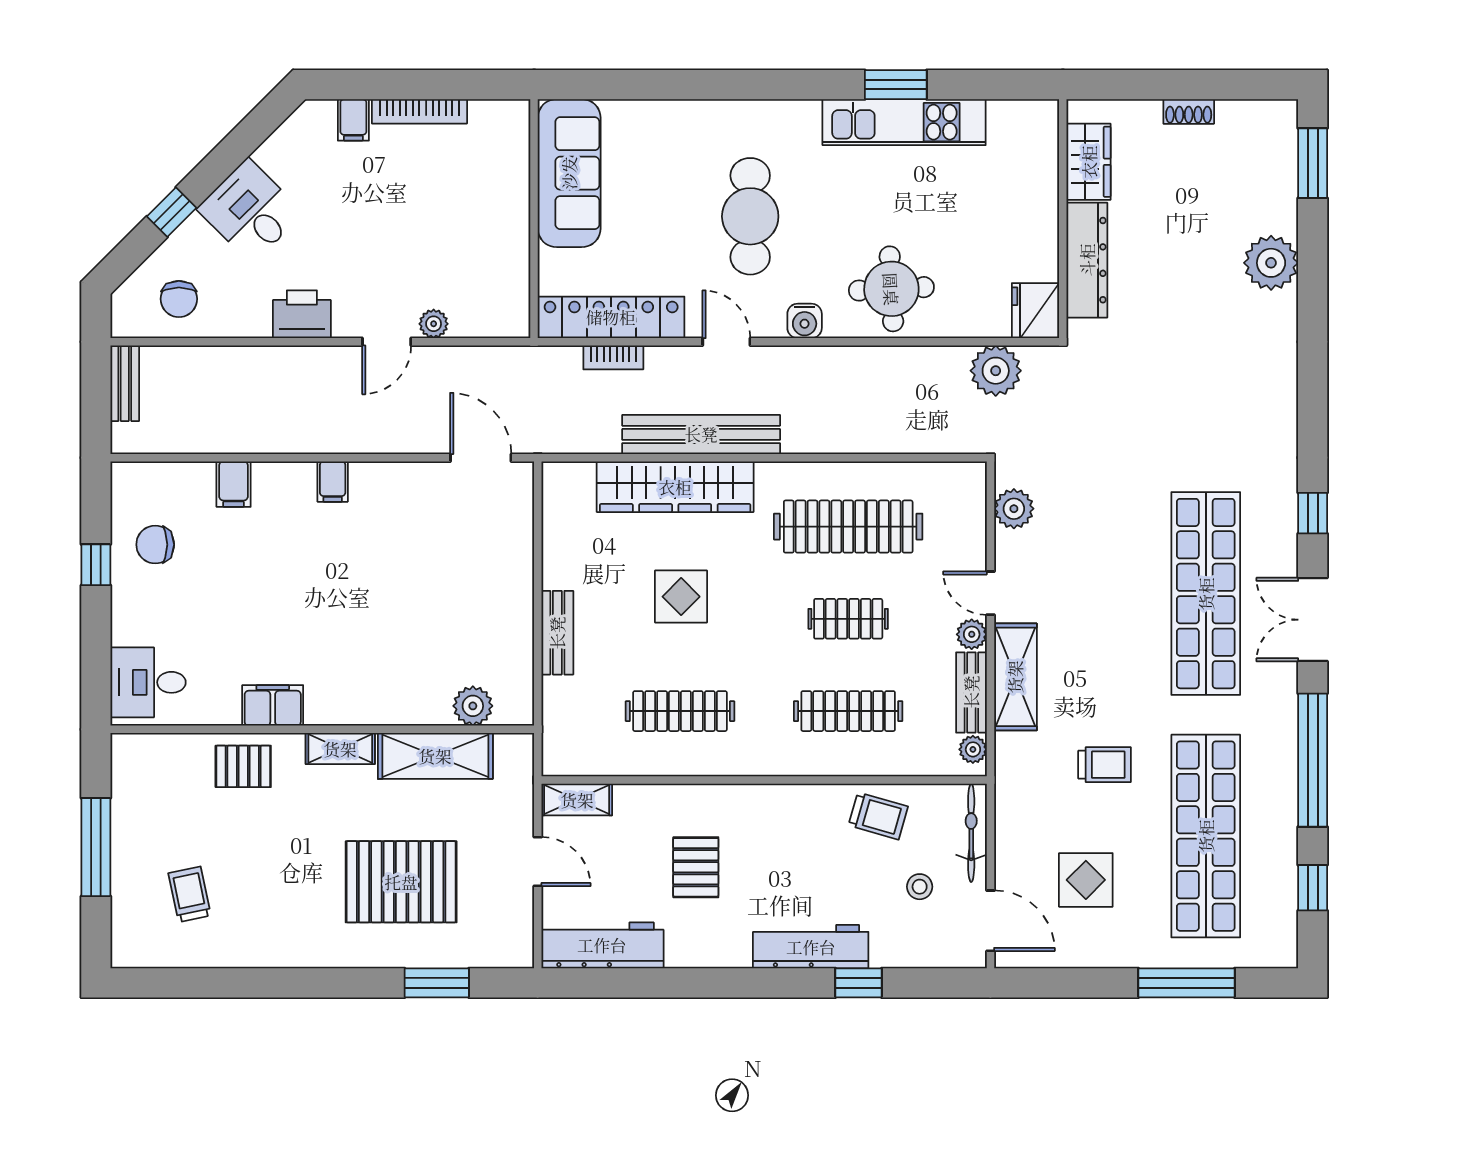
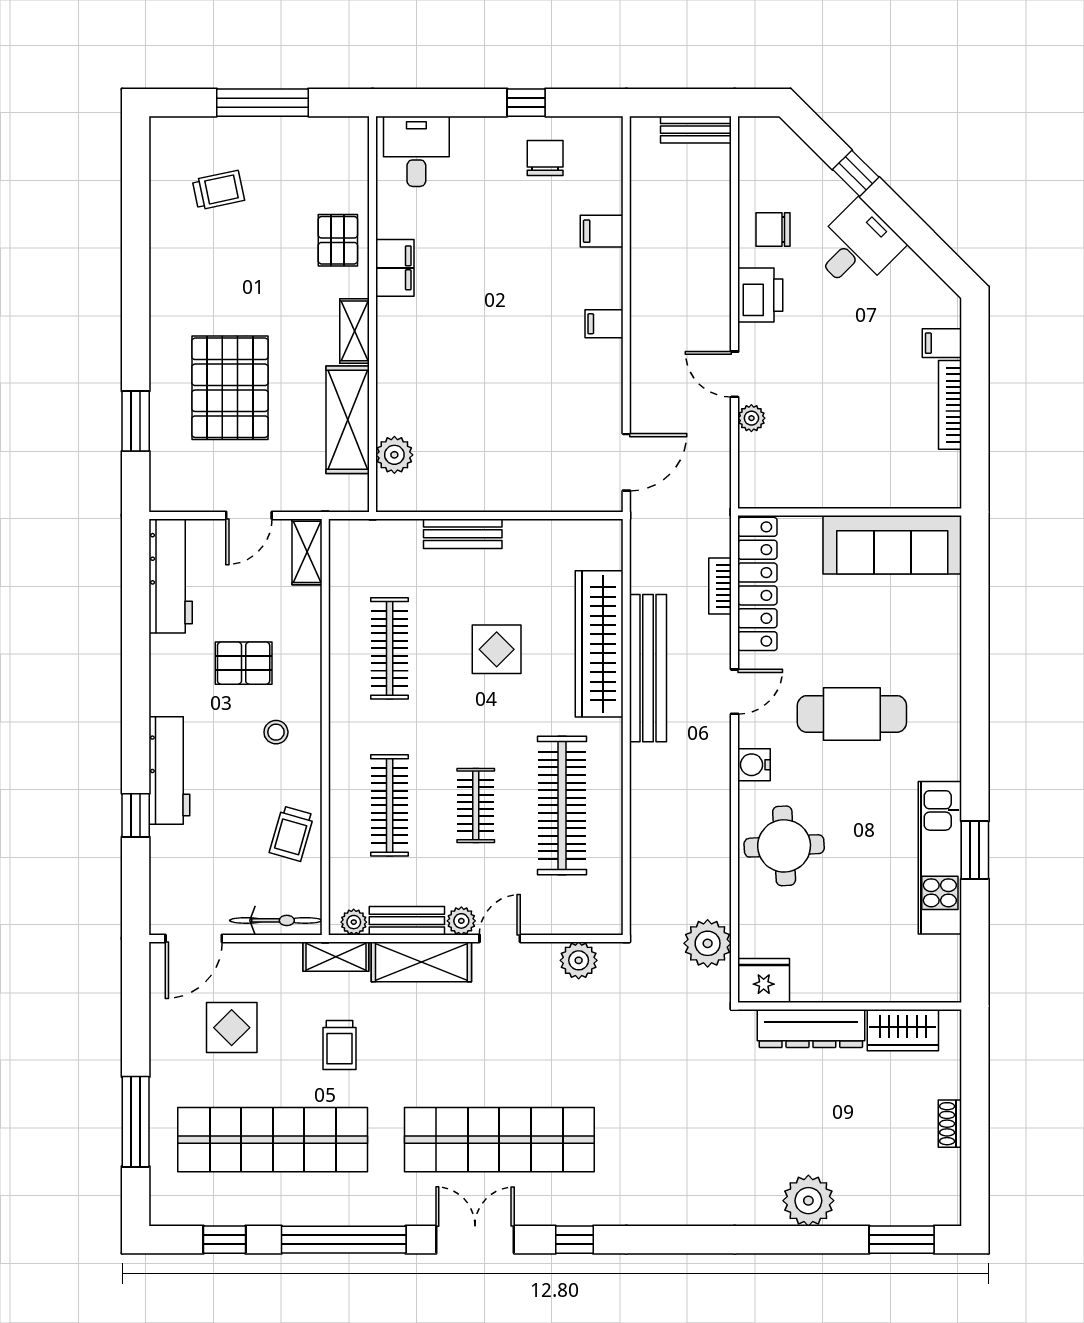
chair: (179, 299) -> (773, 230), moved
shelving: (1010, 768) -> (336, 957), added
stool: (920, 887) -> (276, 732), moved

